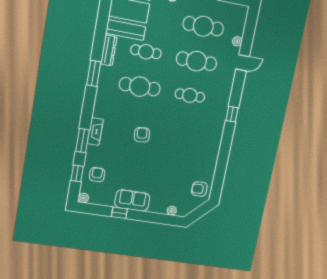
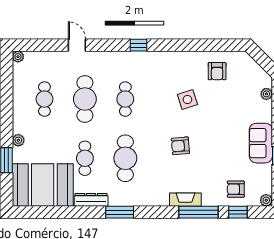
cafe table: (203, 26) -> (44, 99), width x0.73, depth x0.74
plant: (237, 41) -> (18, 57), moved
window: (83, 141) -> (198, 212), width x1.44
side table: (180, 147) -> (187, 99), added
armchair: (199, 189) -> (217, 71), moved

